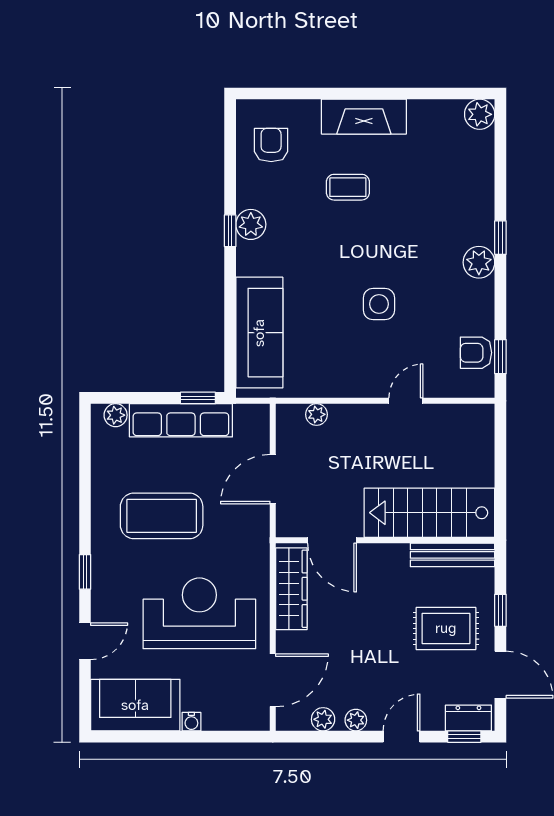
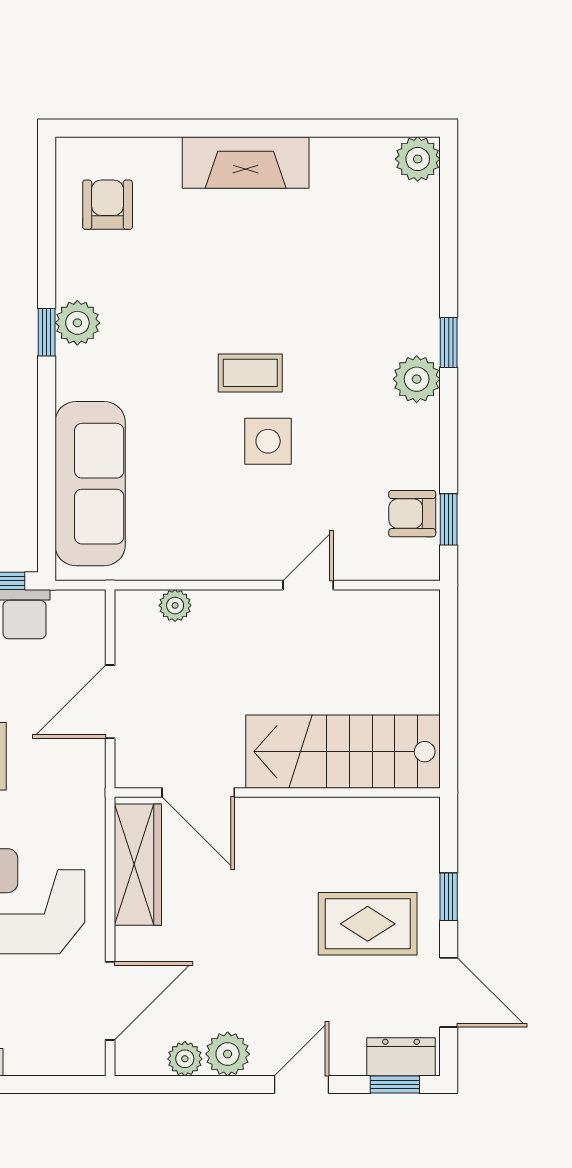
coffee table: (348, 187) -> (250, 373), moved
bench: (453, 555) -> (377, 814), removed
plant: (356, 720) -> (228, 1054), width x1.38, depth x1.38

